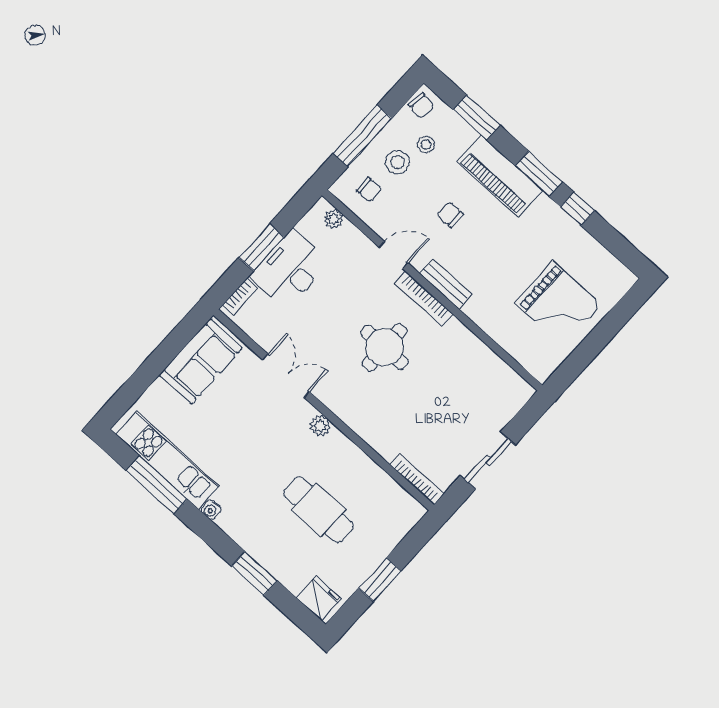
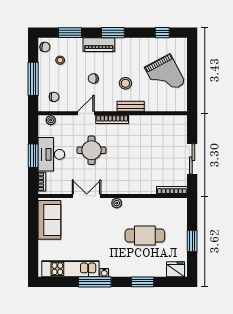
stool: (397, 162) -> (125, 83), moved
piano: (500, 176) -> (99, 45), width x0.73, depth x0.75
window: (577, 209) -> (162, 33), moved
bench: (446, 284) -> (131, 106), moved
grand piano: (558, 304) -> (165, 75), turned 62
round table: (384, 347) -> (91, 150), moved
window: (157, 485) -> (95, 282), moved

